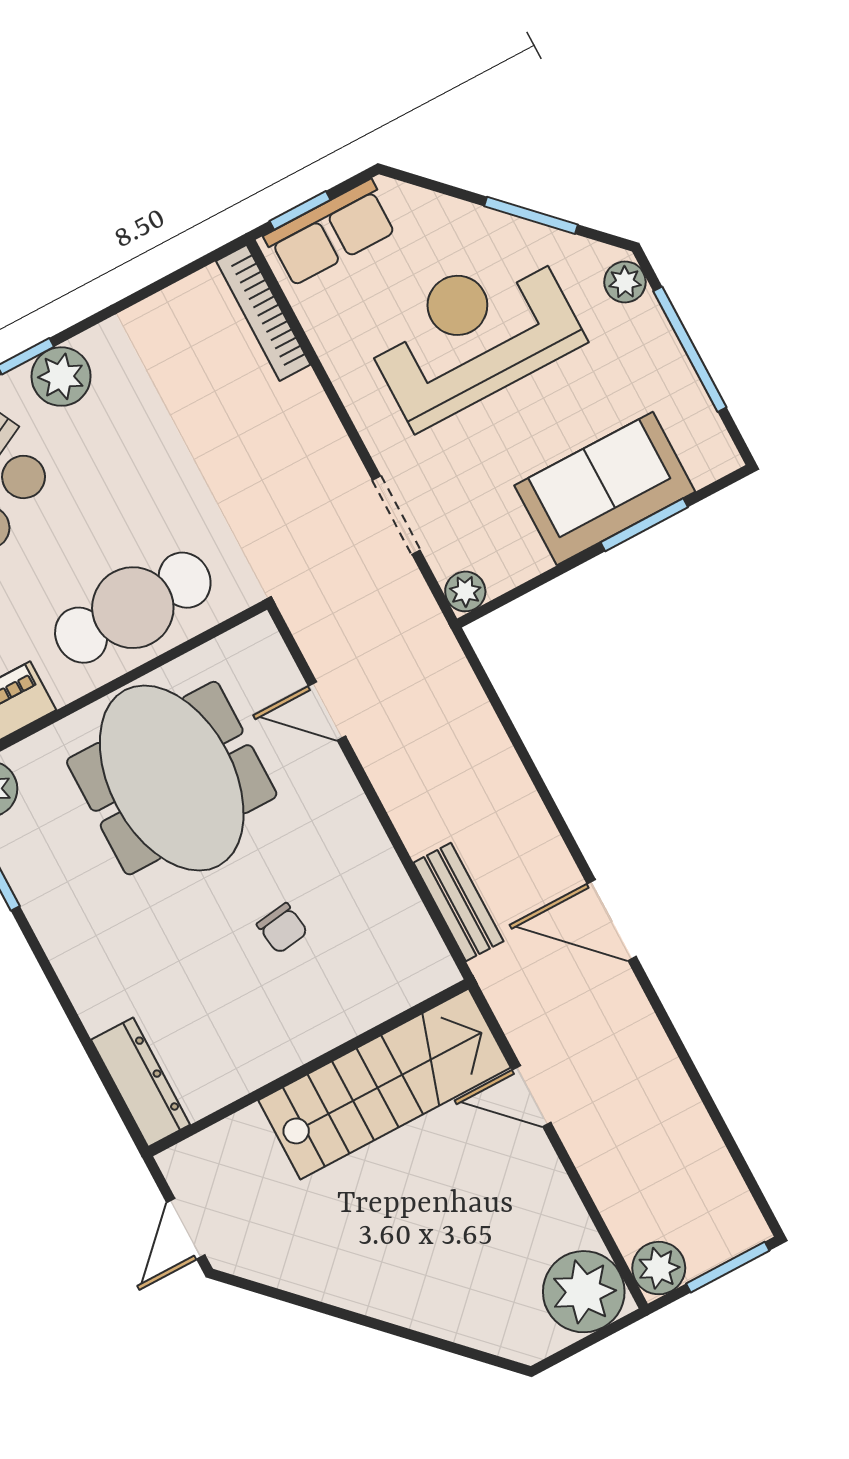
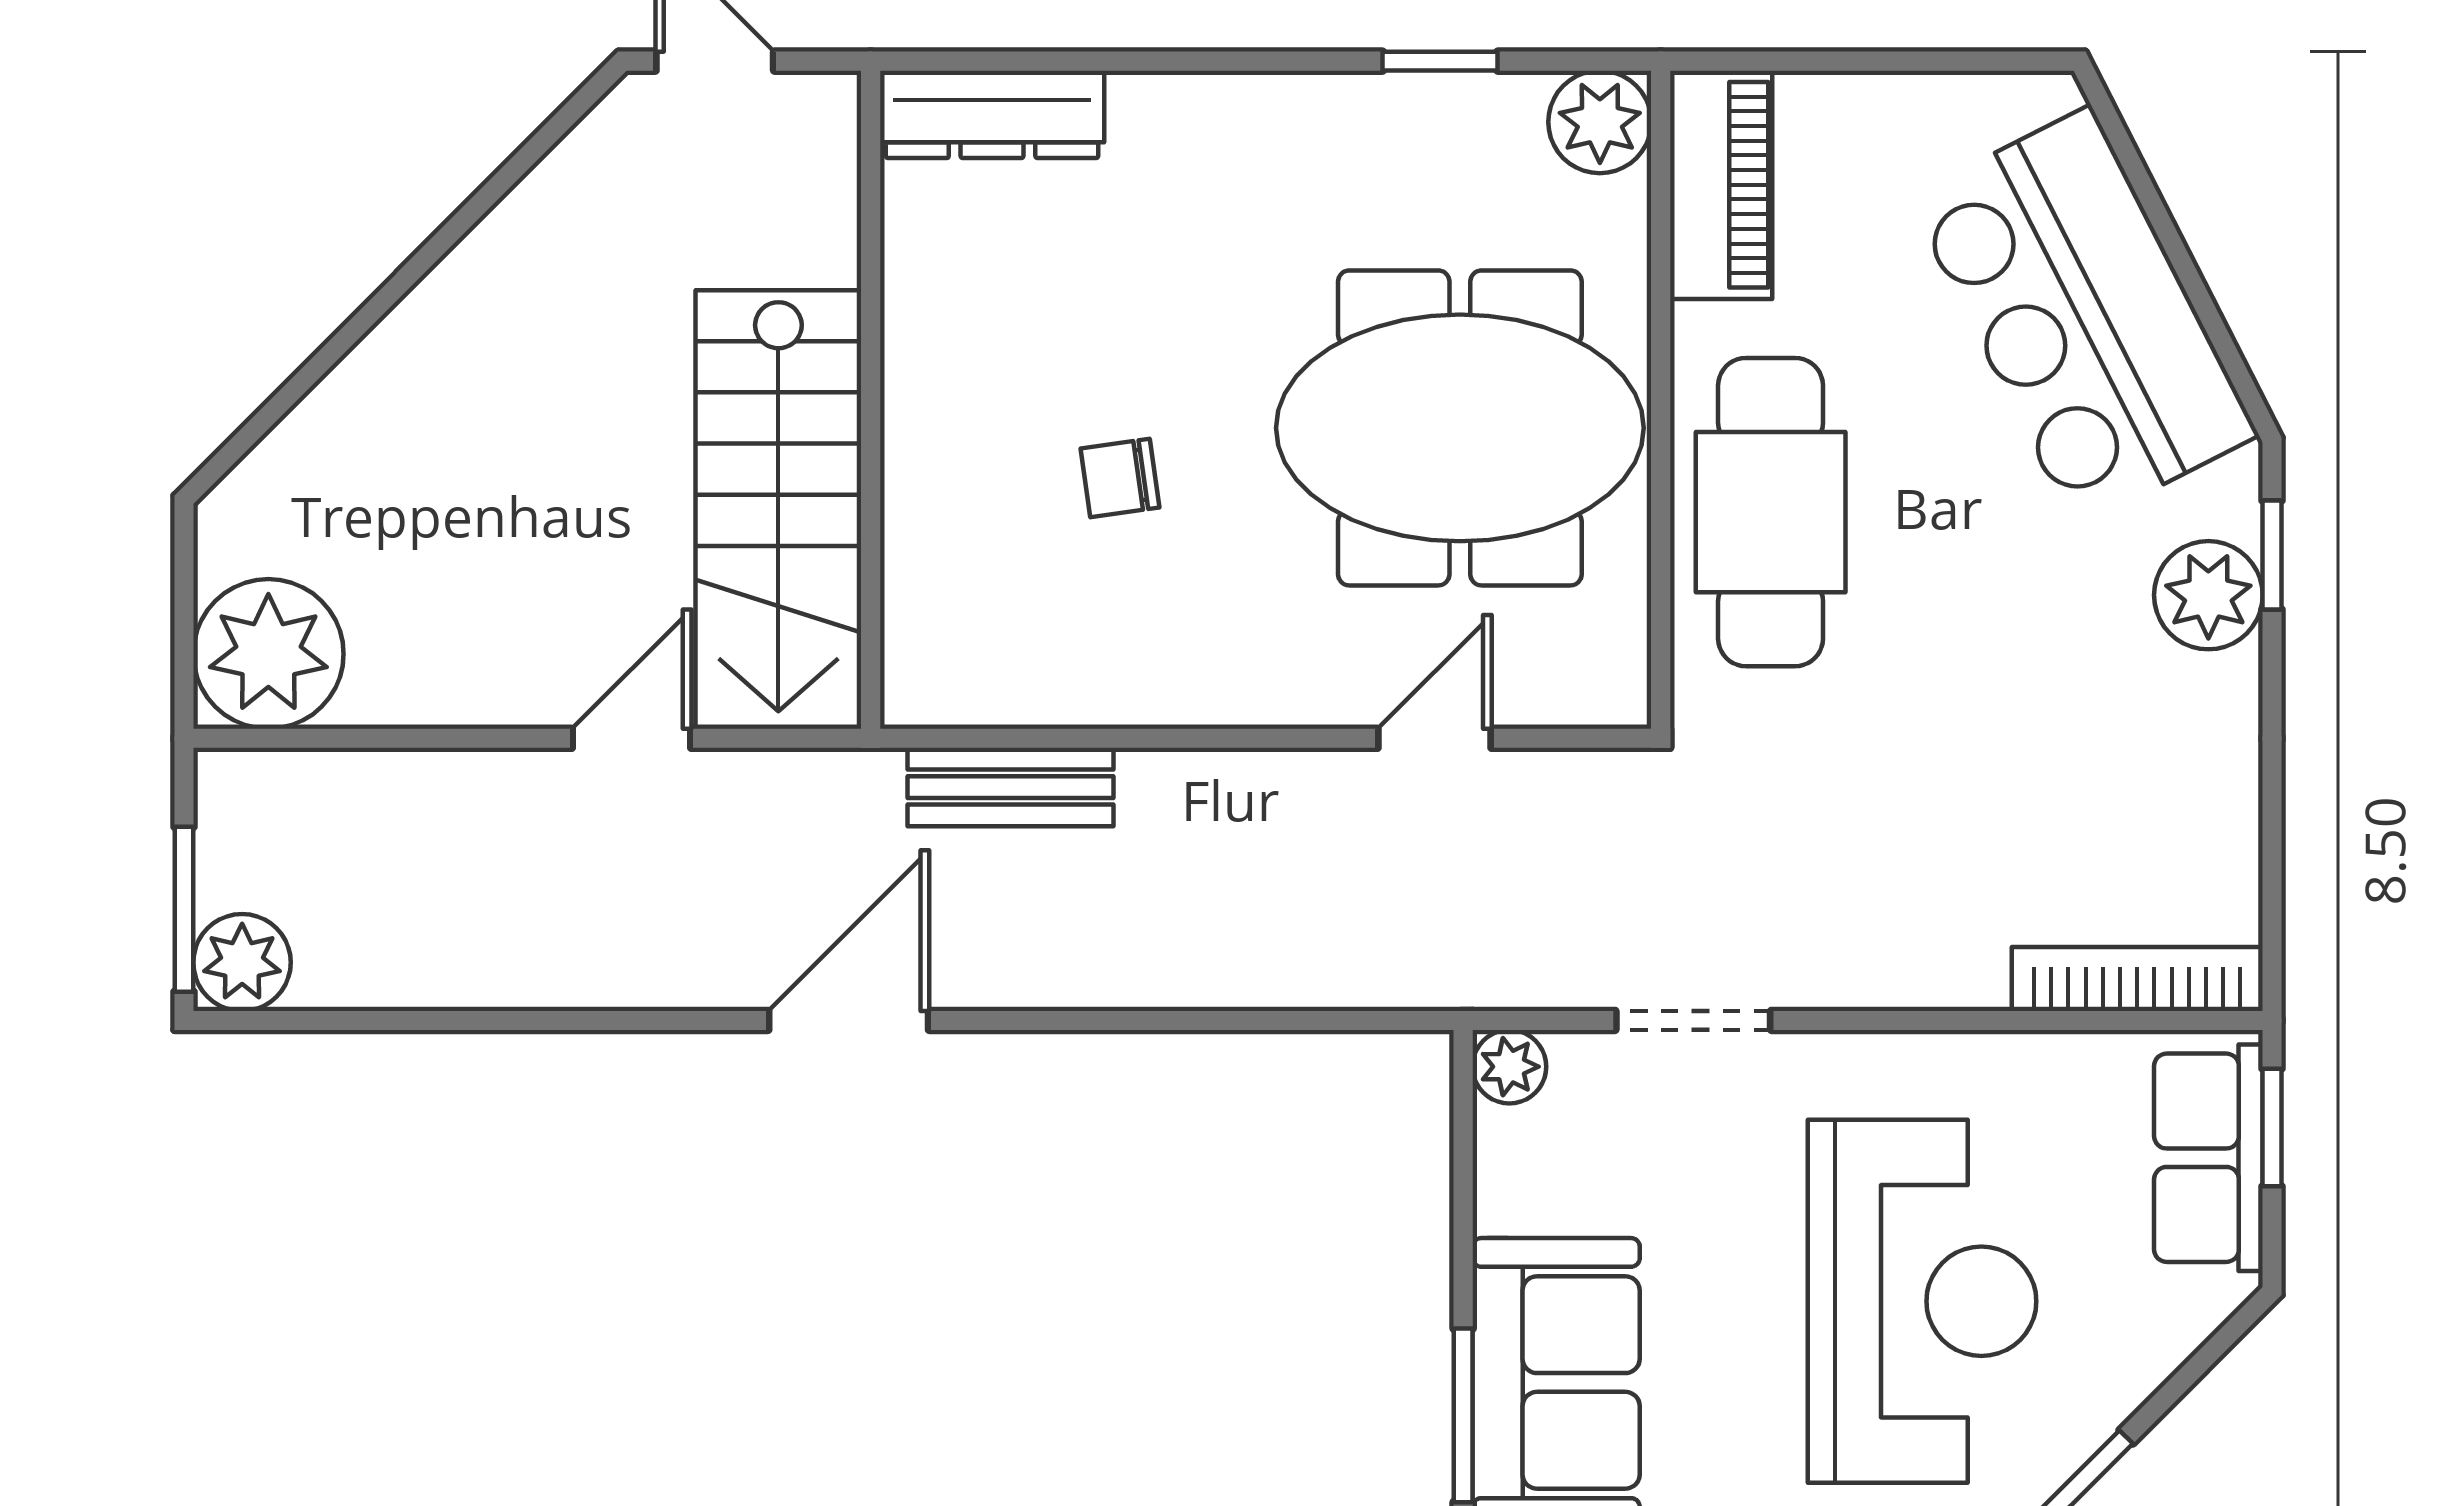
plant: (659, 1268) -> (242, 962), moved

